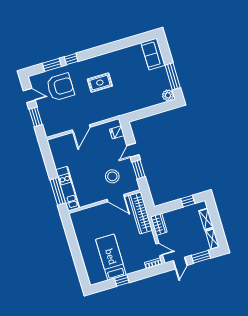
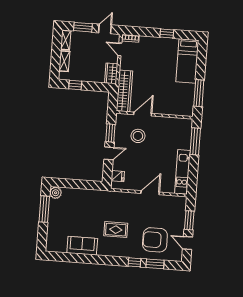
sofa: (153, 54) -> (82, 246), moved, turned -90
kitchen unit: (68, 189) -> (183, 172), moved
door: (116, 198) -> (143, 114), hinge flipped
window: (71, 237) -> (199, 93), added
bed: (111, 257) -> (187, 61), moved

